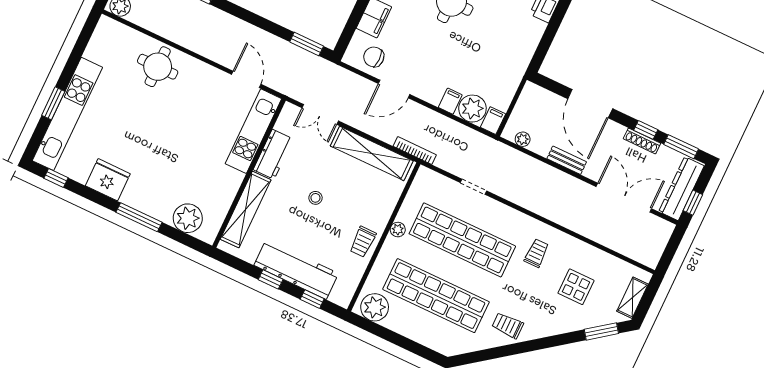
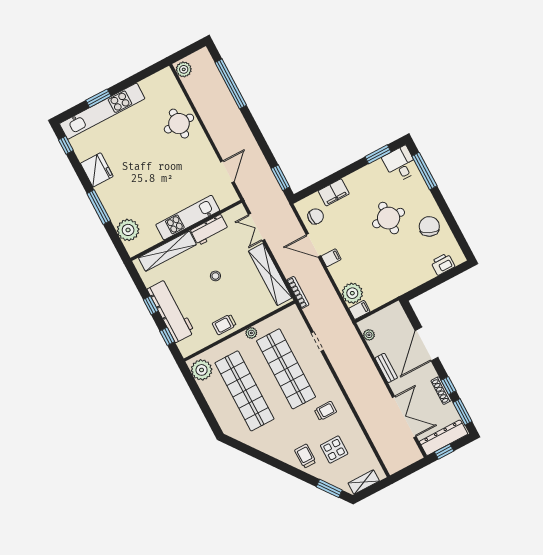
chair: (374, 57) -> (316, 216), turned 90
filing cabinet: (450, 101) -> (331, 258), moved
kitchen unit: (253, 131) -> (188, 218), moved
trolley: (508, 325) -> (305, 456), moved

